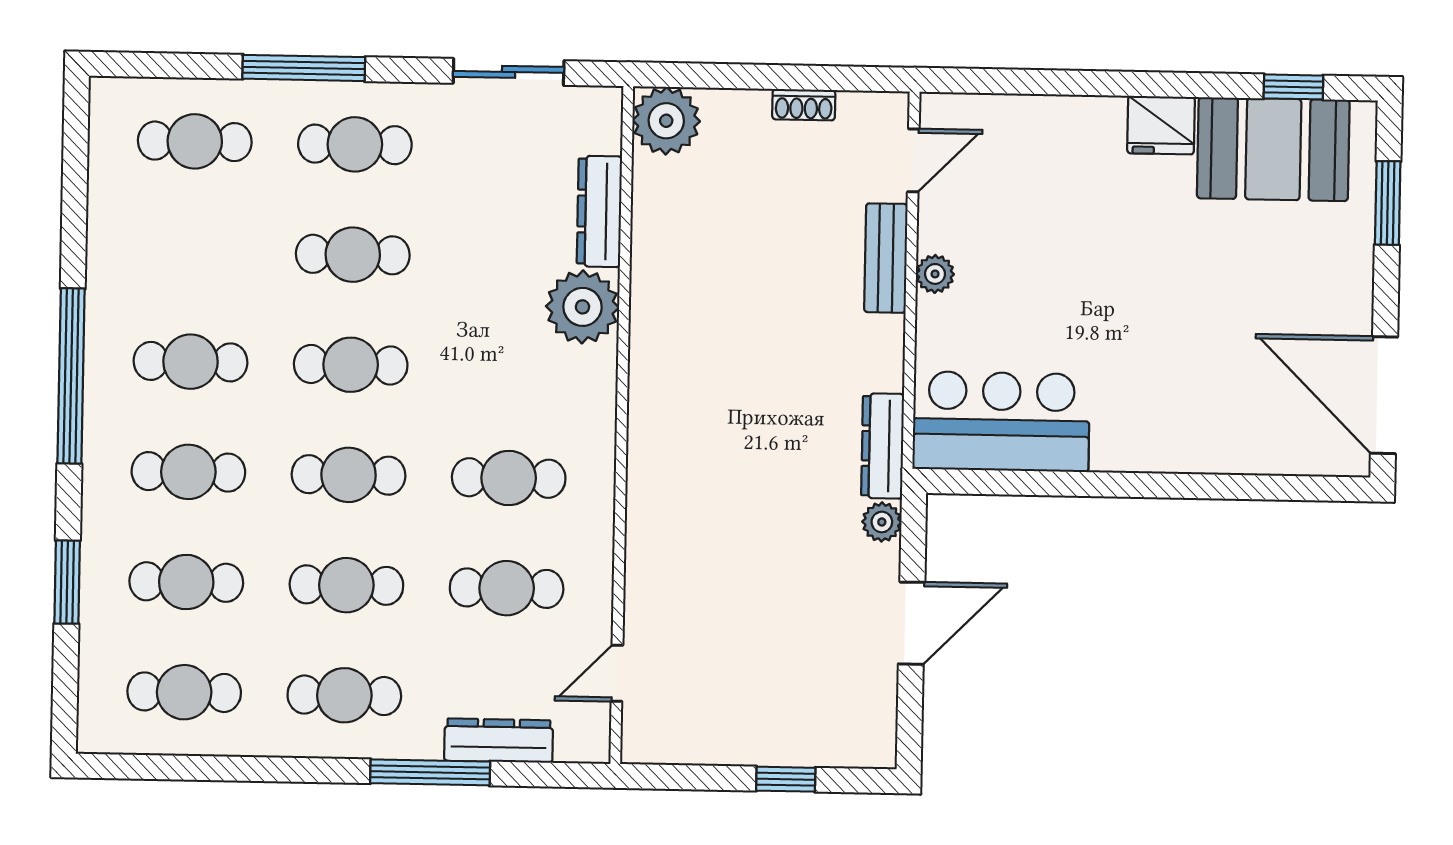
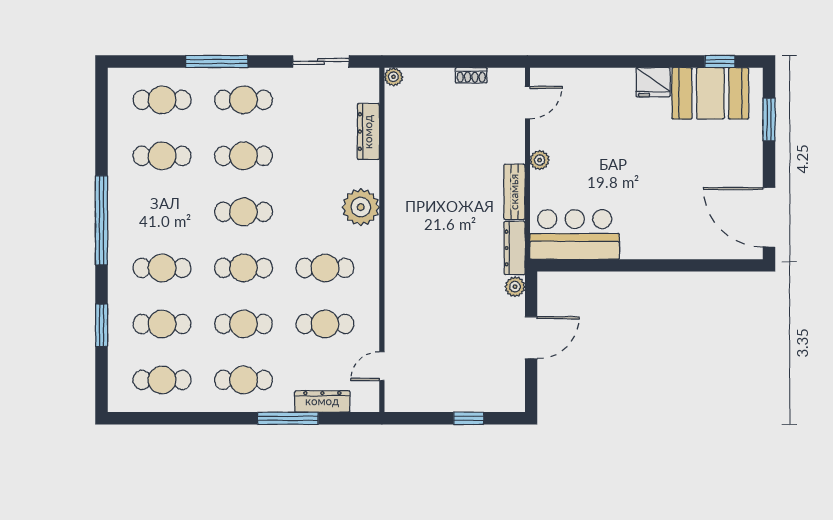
plant: (666, 121) -> (393, 77), width x0.53, depth x0.53
bench: (886, 258) -> (514, 192), moved
plant: (582, 307) -> (361, 207), moved
cafe table: (191, 362) -> (162, 156), moved

